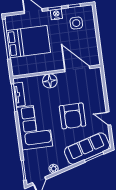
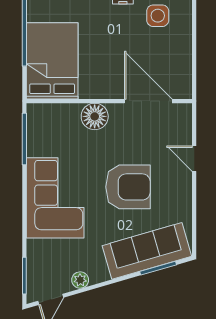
bed: (28, 42) -> (52, 61), moved, turned -90
tv unit: (19, 94) -> (35, 134), removed
armchair: (72, 116) -> (128, 187), turned -90
door: (109, 119) -> (194, 159), moved

